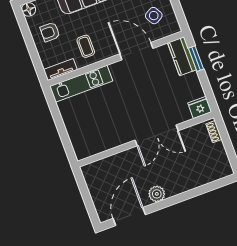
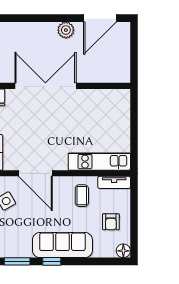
armchair: (50, 32) -> (111, 222), turned 90
double door: (157, 135) -> (45, 86), width x1.36

